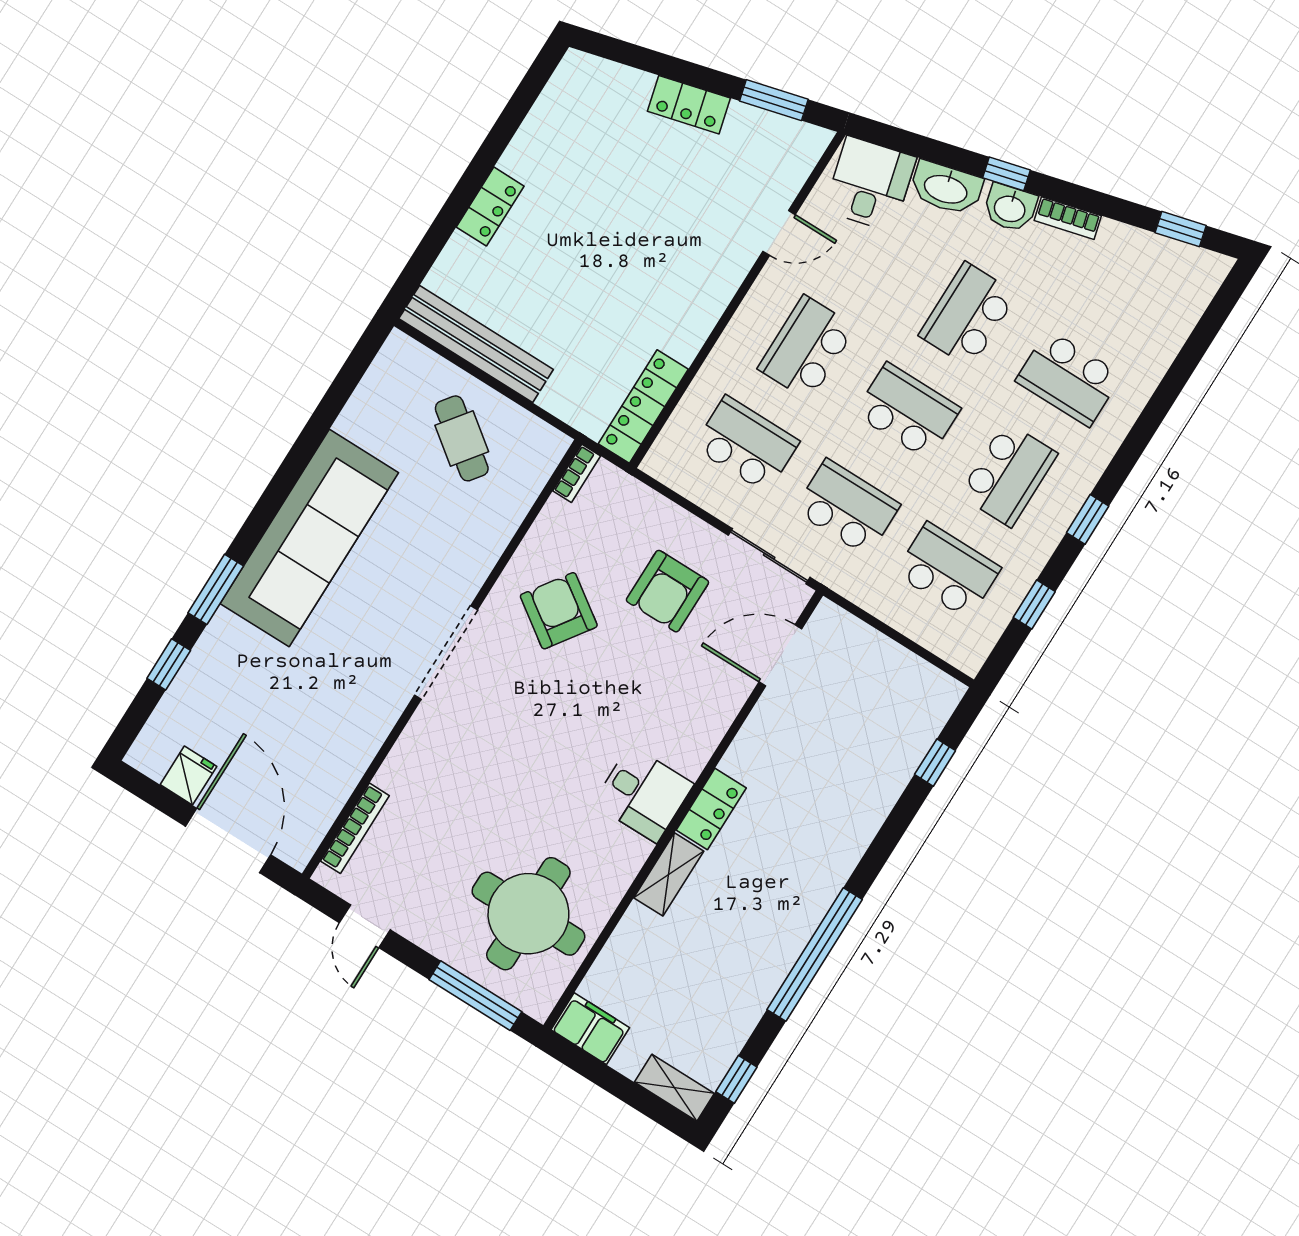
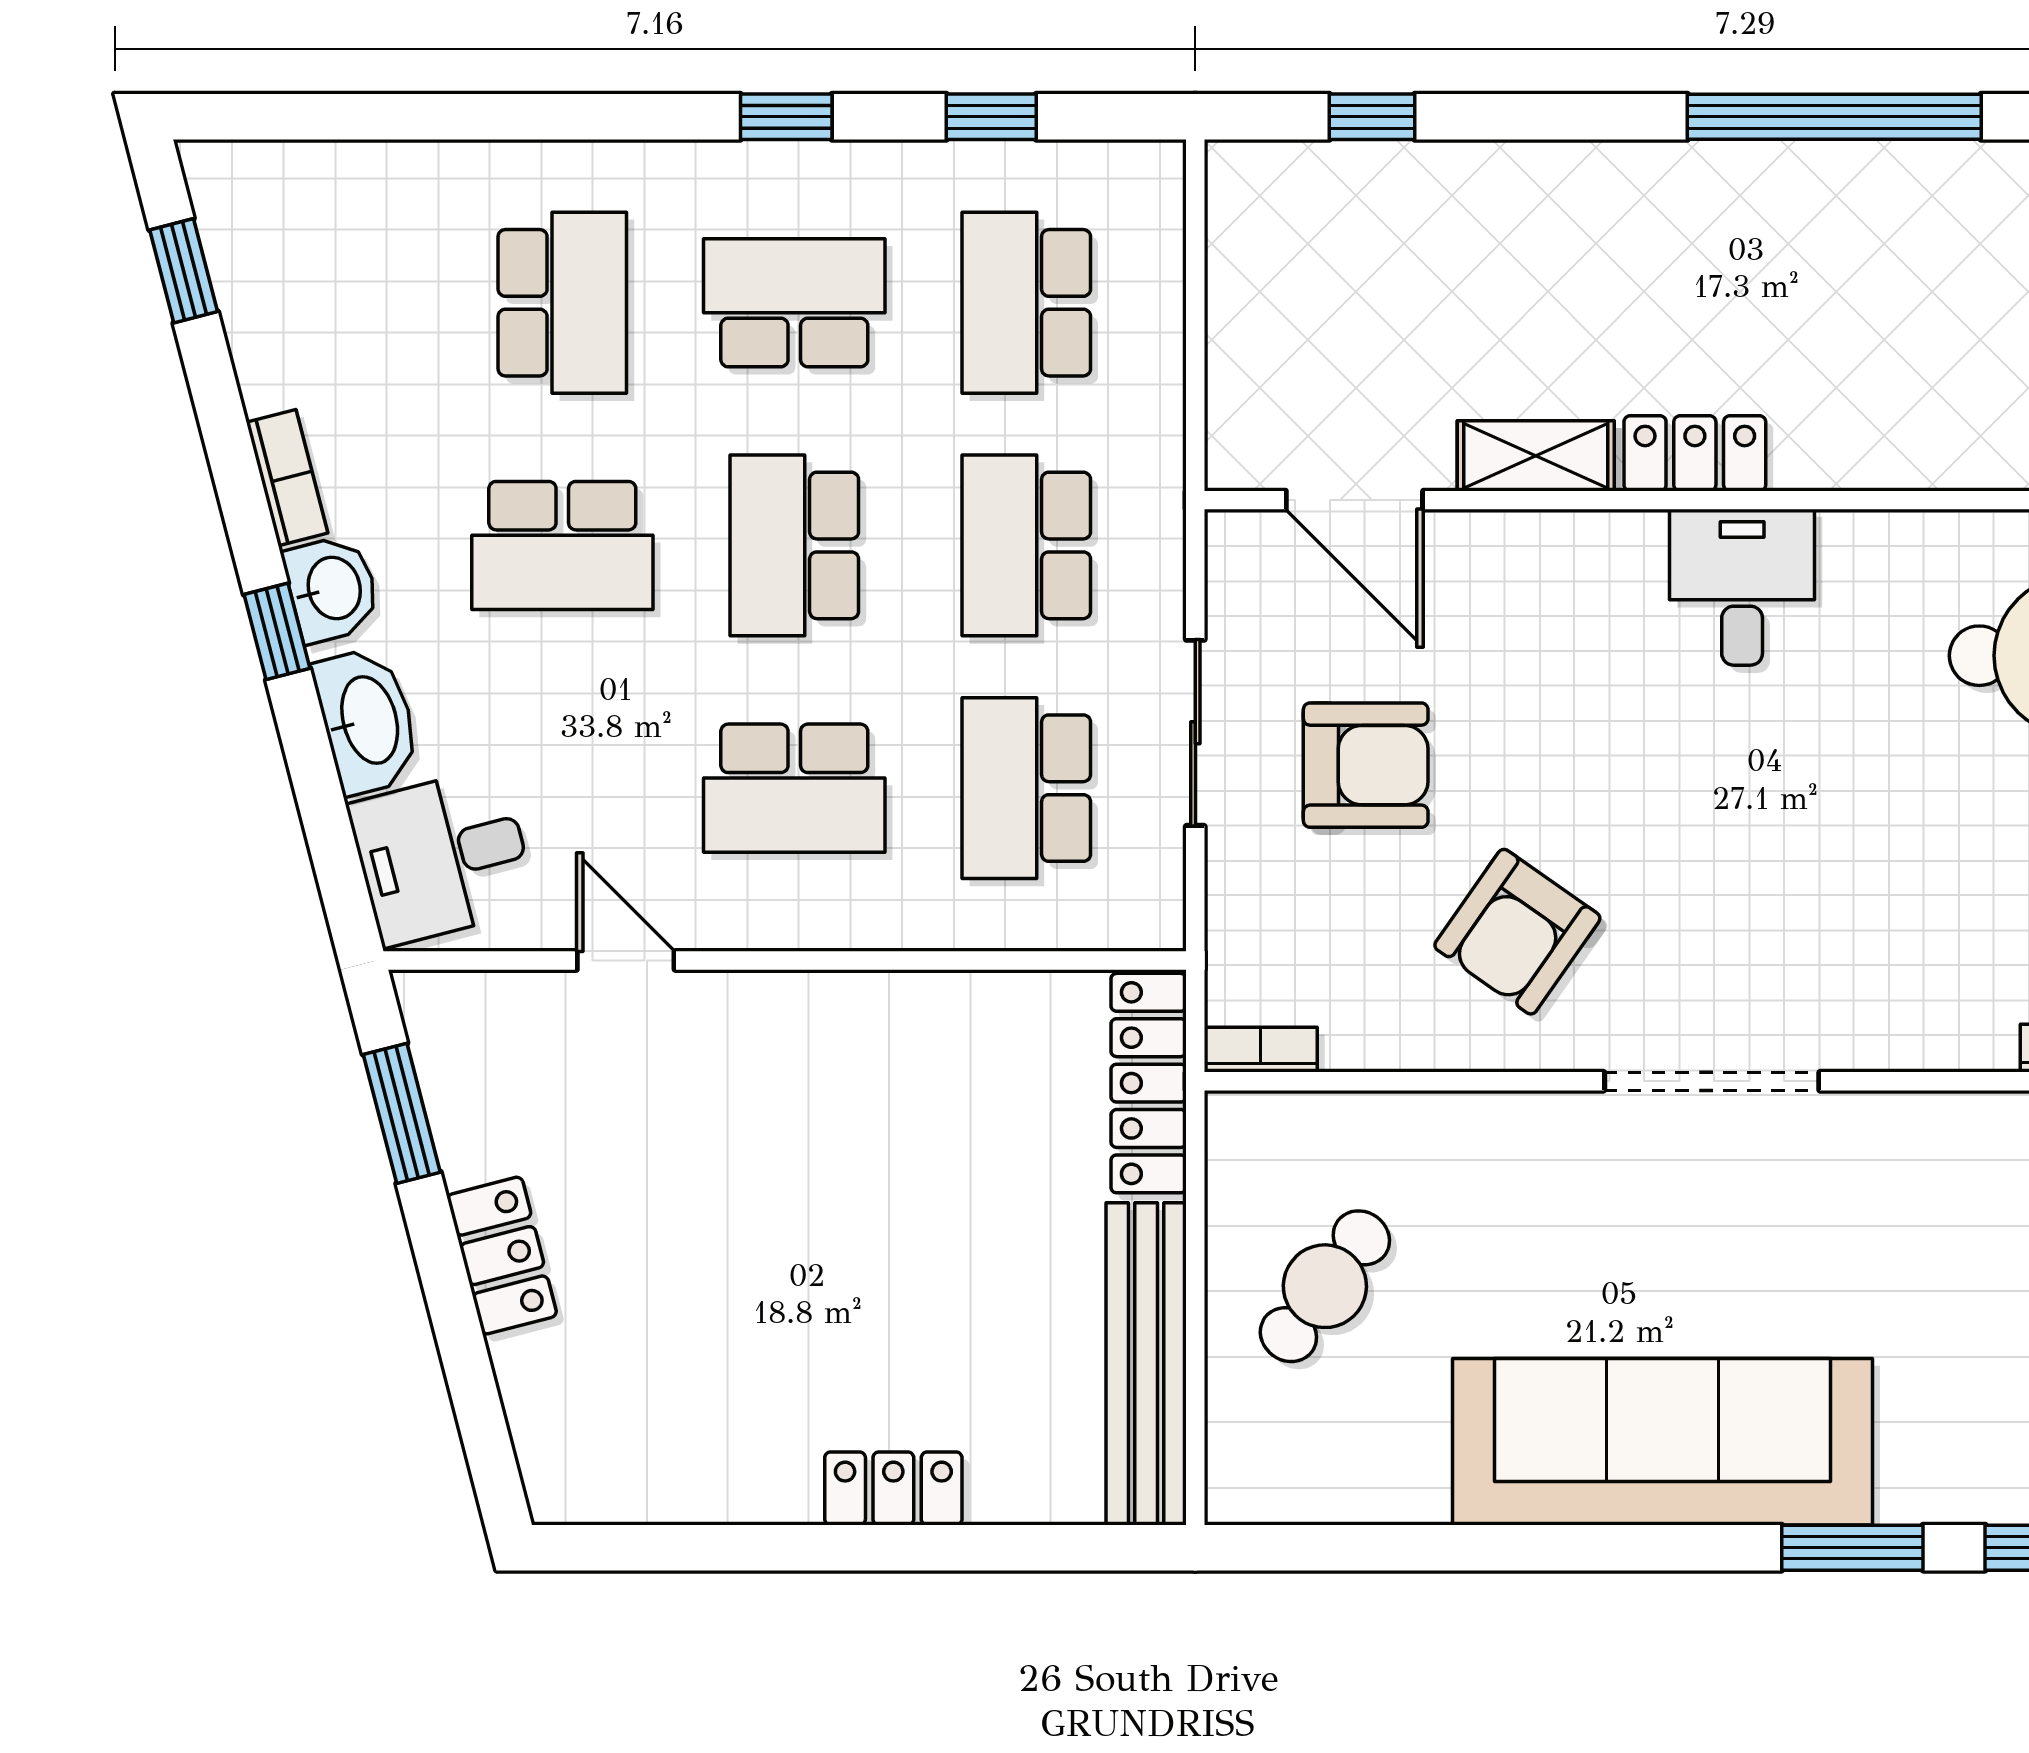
locker: (643, 406) -> (1149, 1083), moved, turned 90
sliding door: (769, 556) -> (1195, 733), moved
shelving: (669, 874) -> (1536, 456), moved

